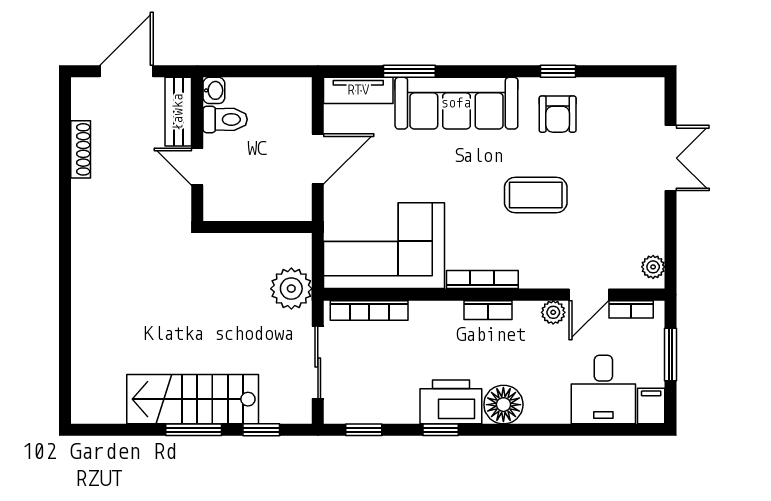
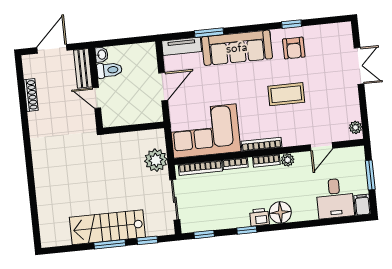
bookcase: (631, 309) -> (235, 164), moved
plant: (553, 312) -> (288, 160), moved
printer: (451, 402) -> (259, 217), width x0.53, depth x0.68

